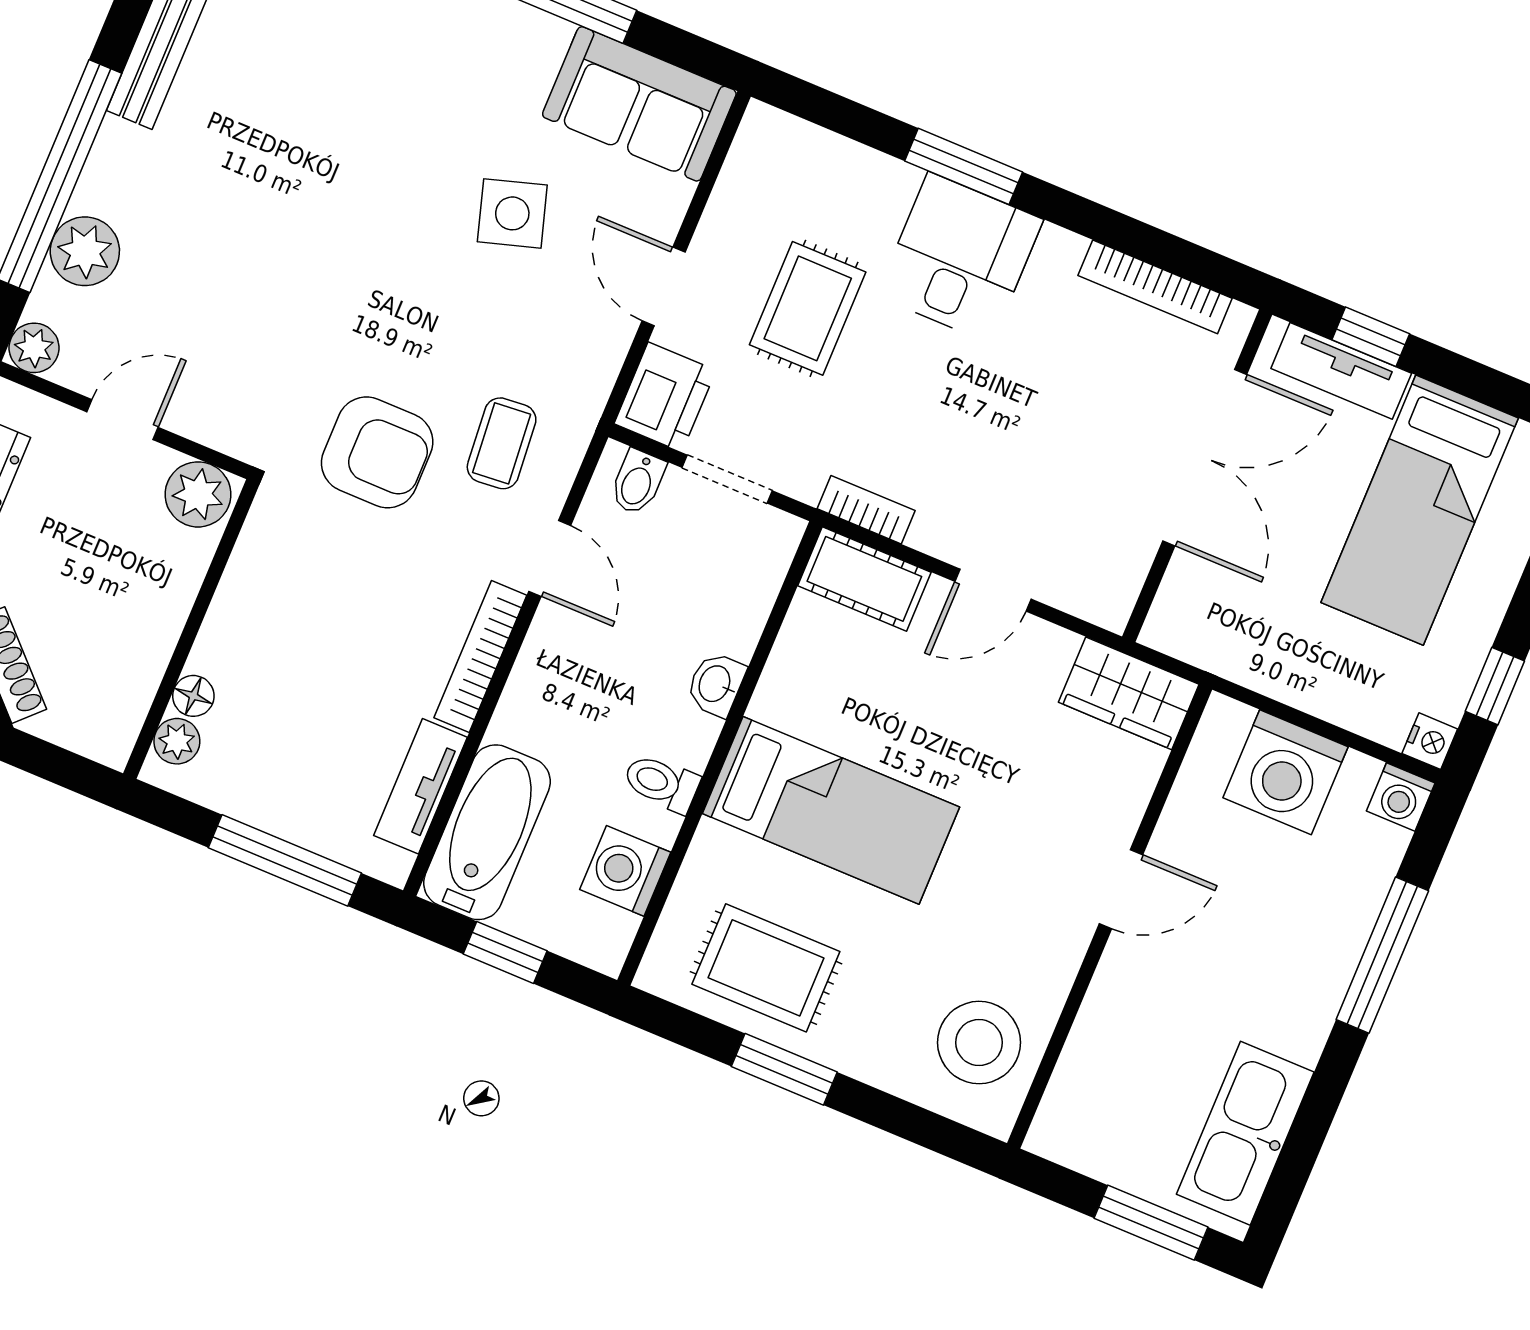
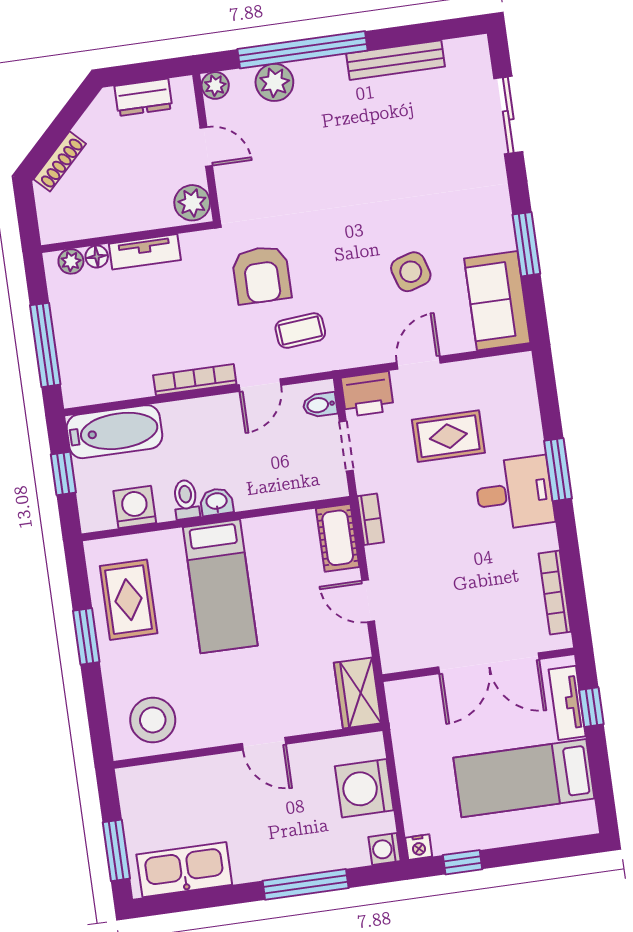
washbasin: (716, 684) -> (217, 502), moved
tv unit: (420, 786) -> (145, 252), moved, turned 180

